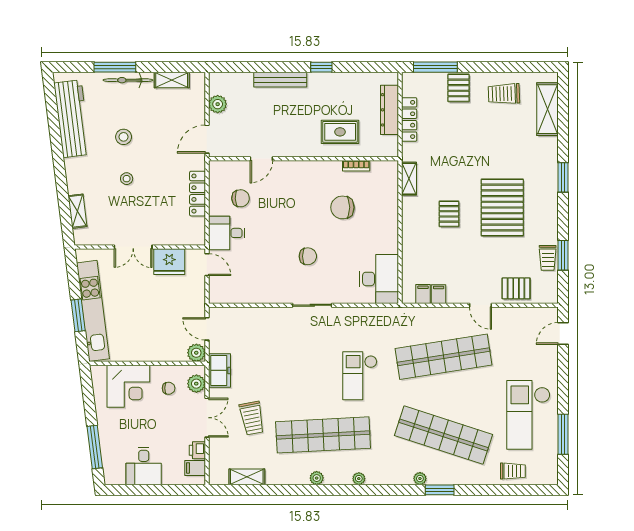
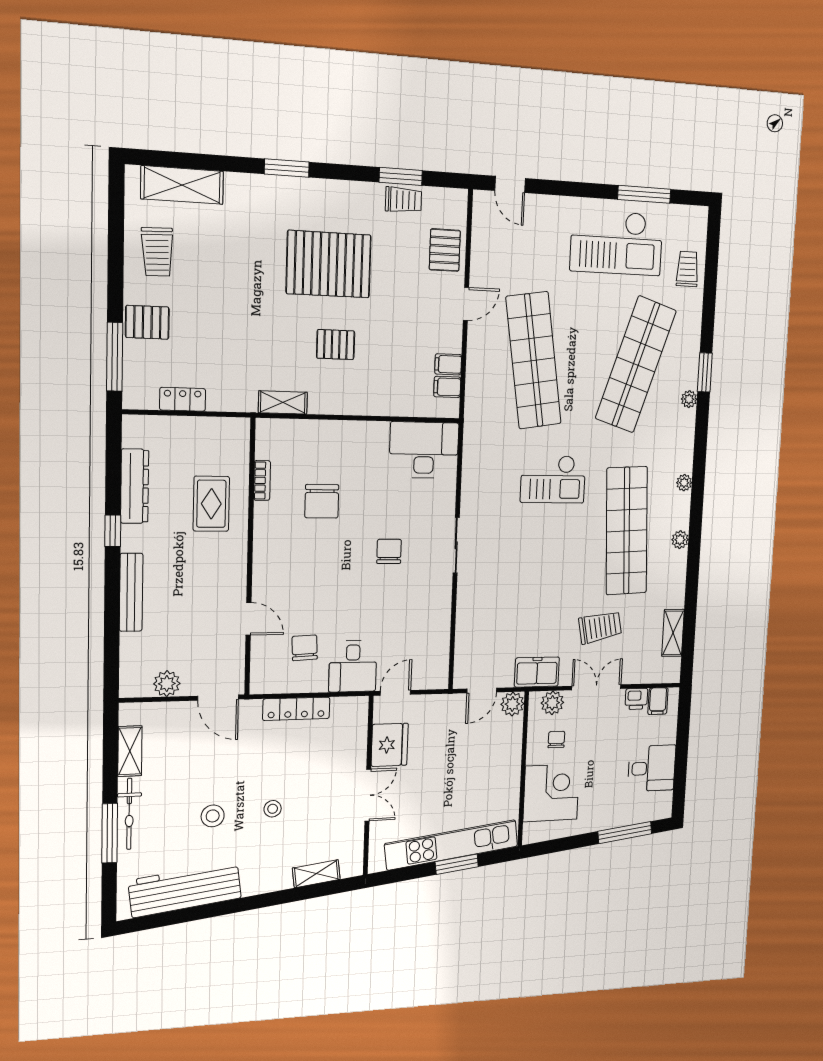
dresser: (389, 110) -> (135, 486), moved, turned -90
locker: (409, 119) -> (183, 399), width x0.66

